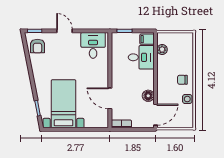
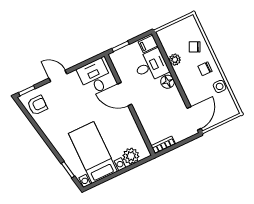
armchair: (37, 46) -> (37, 105), turned -90
plant: (162, 50) -> (175, 60), moved
chair: (182, 59) -> (195, 47), added
floor lamp: (148, 96) -> (168, 82), moved
door: (110, 98) -> (125, 94), moved
plant: (92, 121) -> (131, 156), added

